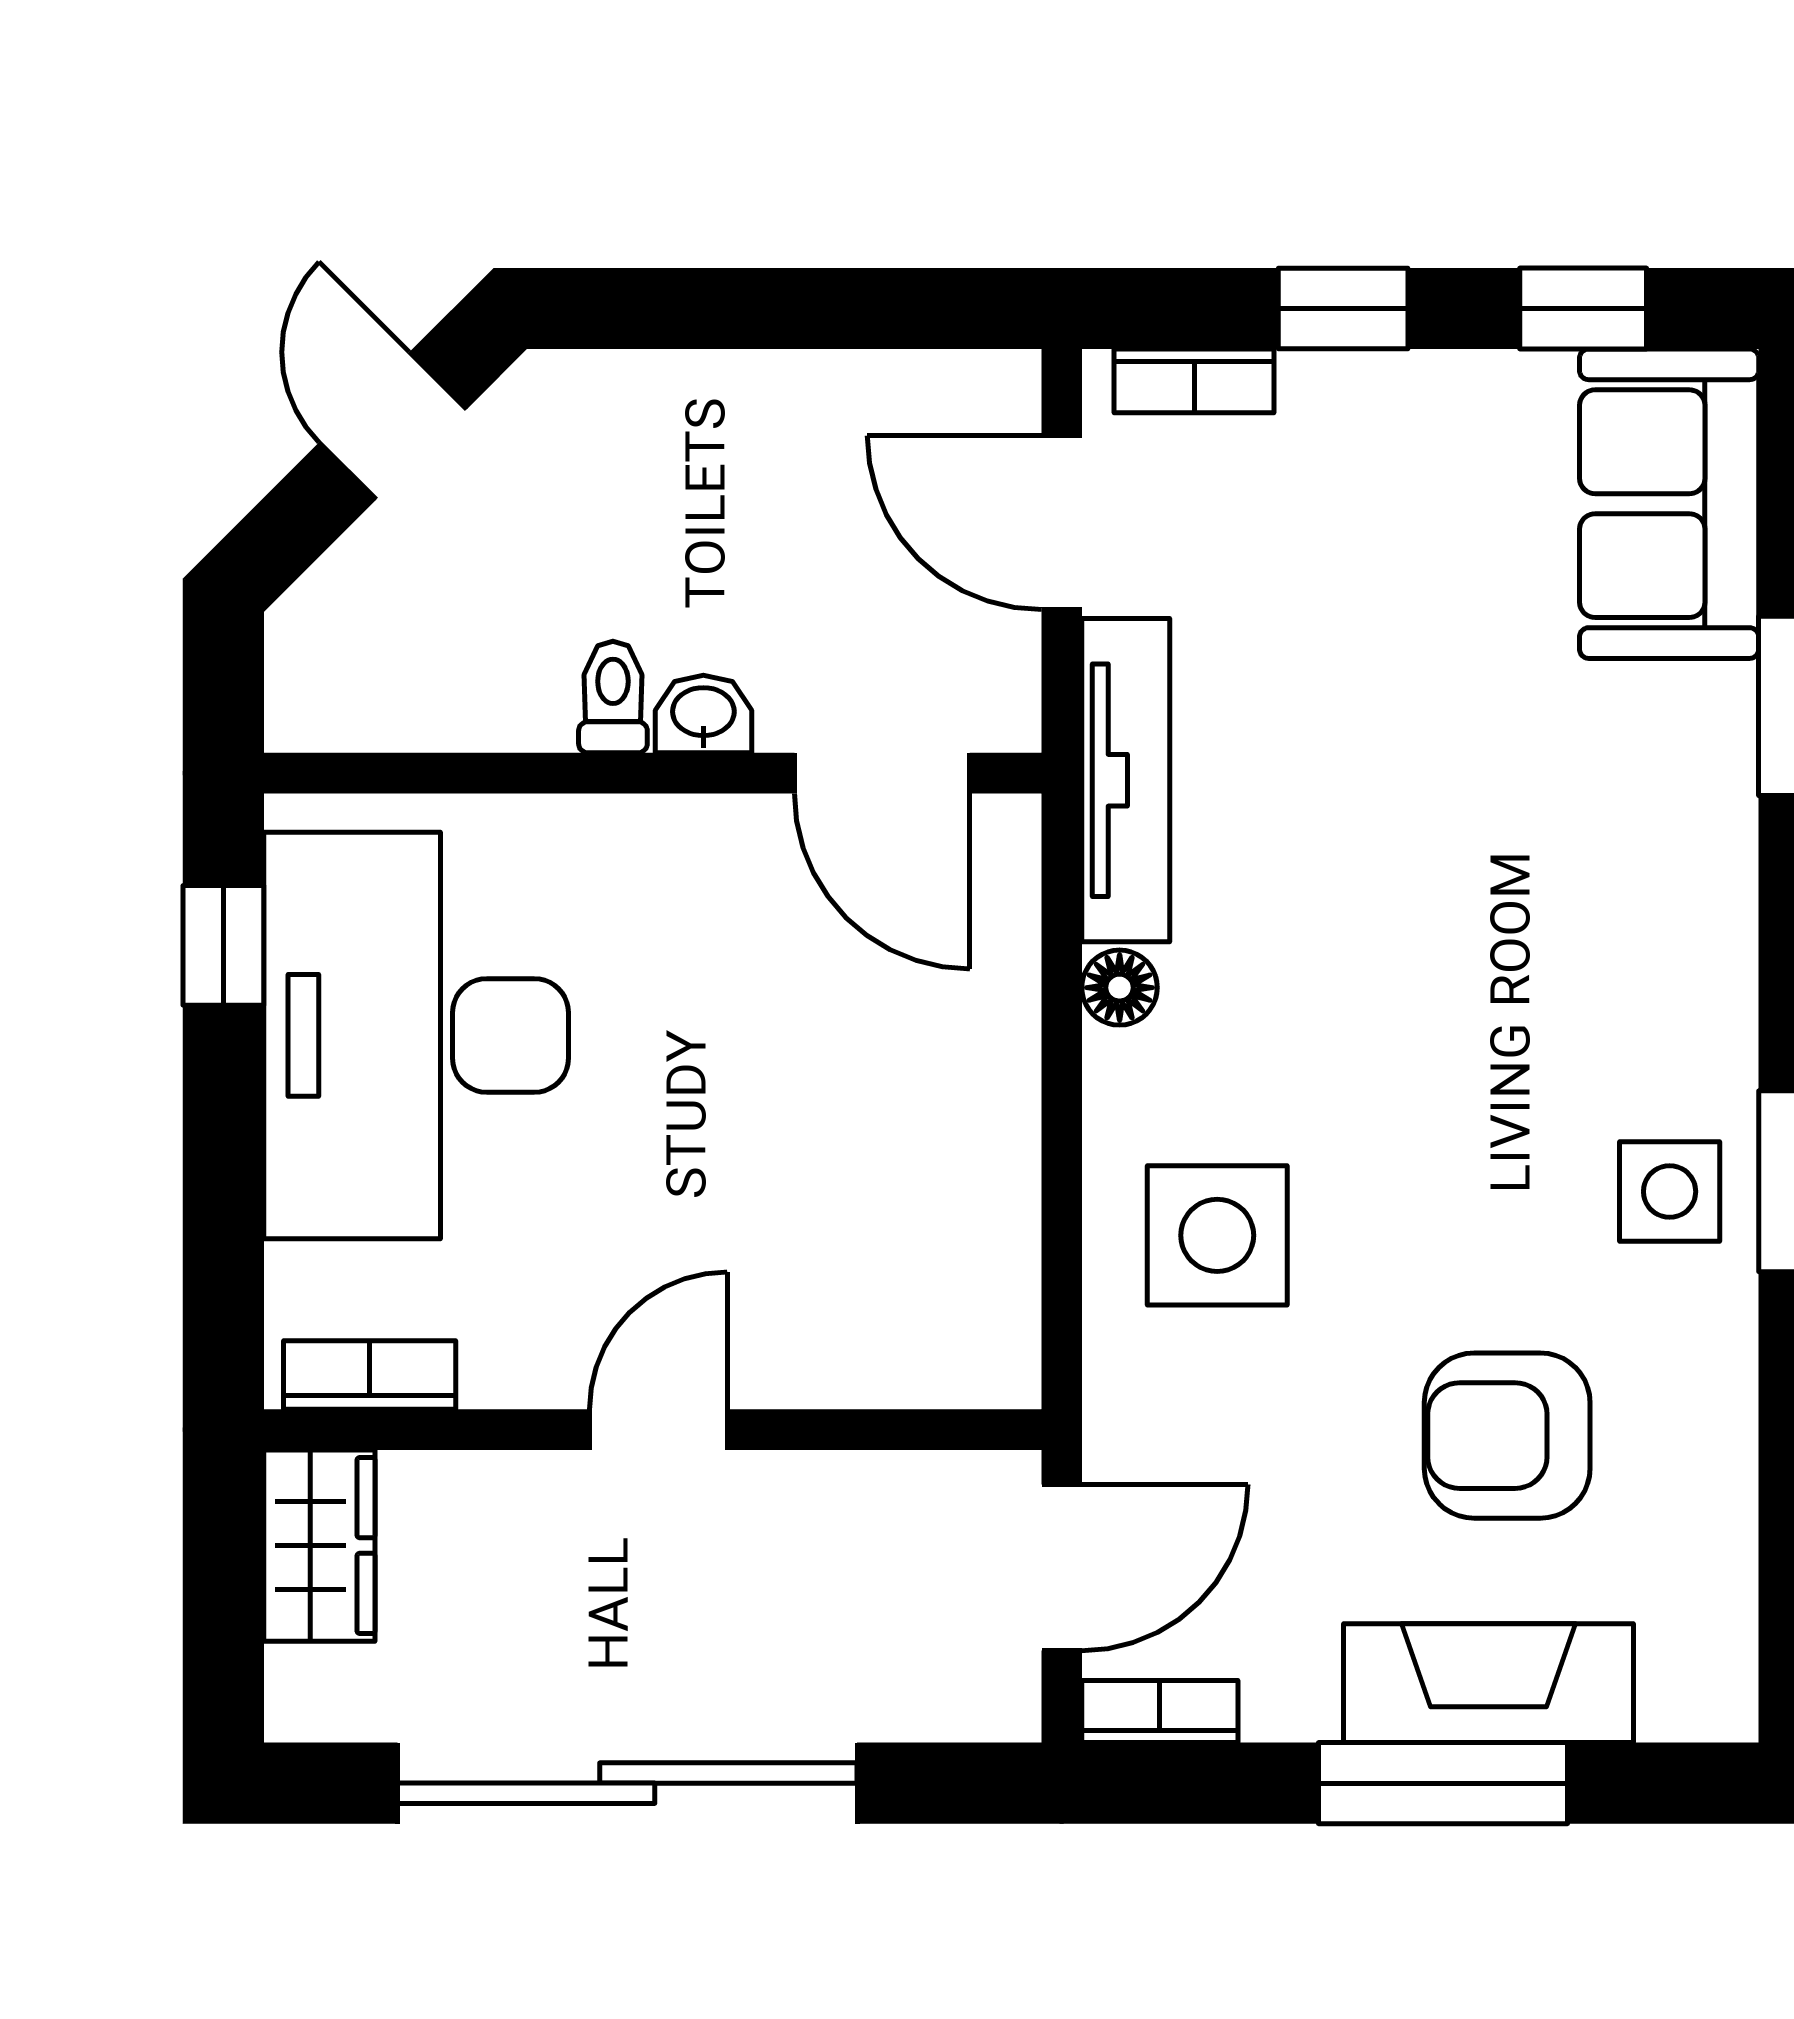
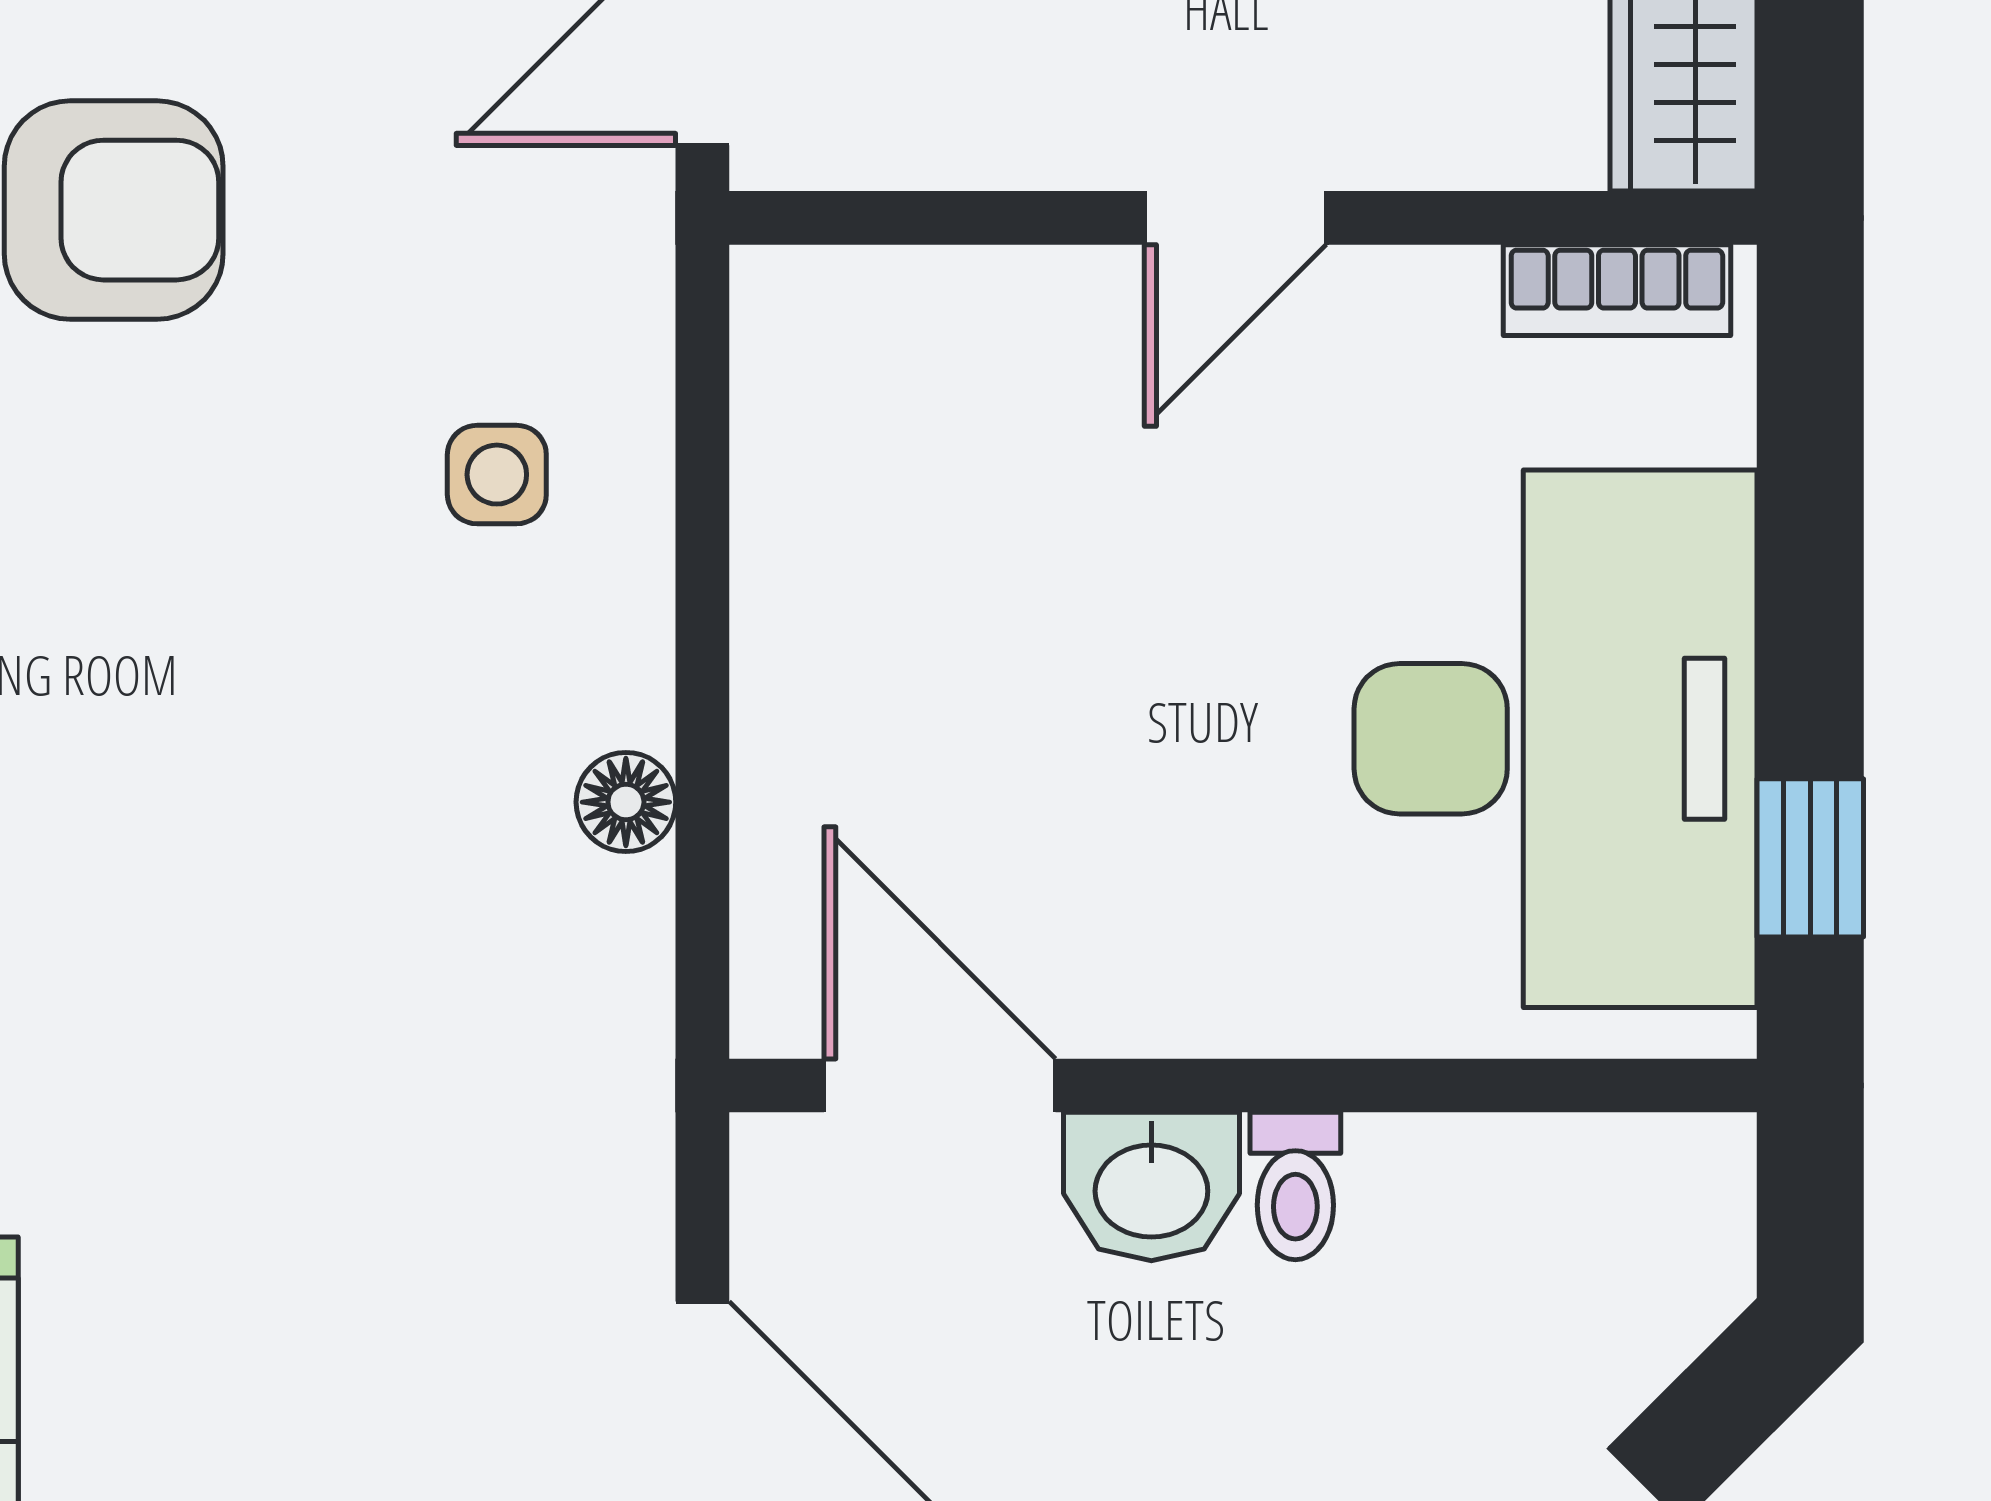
washbasin: (703, 714) -> (1151, 1187), width x1.38, depth x1.45
tv unit: (1126, 780) -> (618, 1076), removed
side table: (1217, 1235) -> (497, 475), width x0.54, depth x0.54

